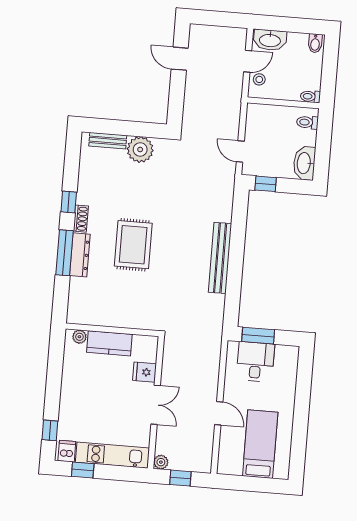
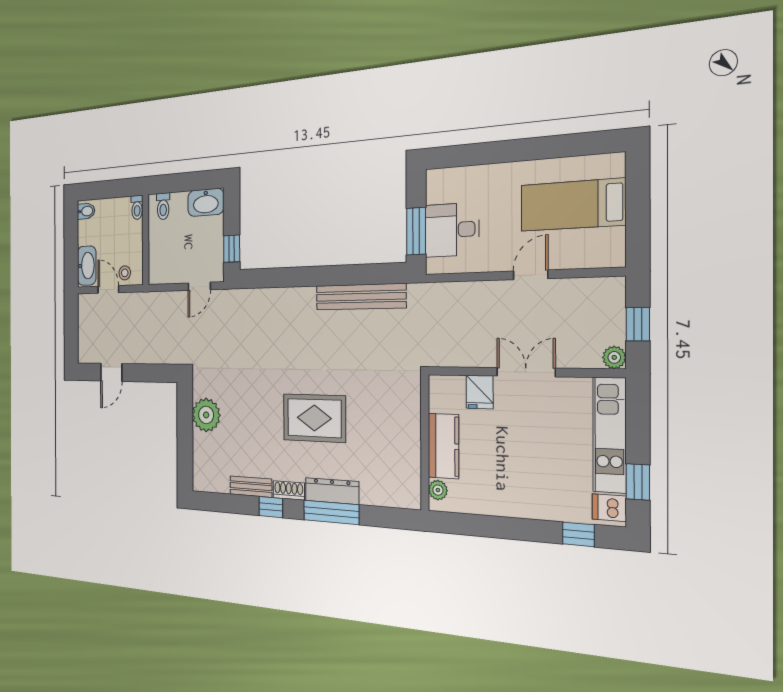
bench: (108, 141) -> (251, 487), moved, turned 90
bench: (220, 258) -> (361, 297), moved

